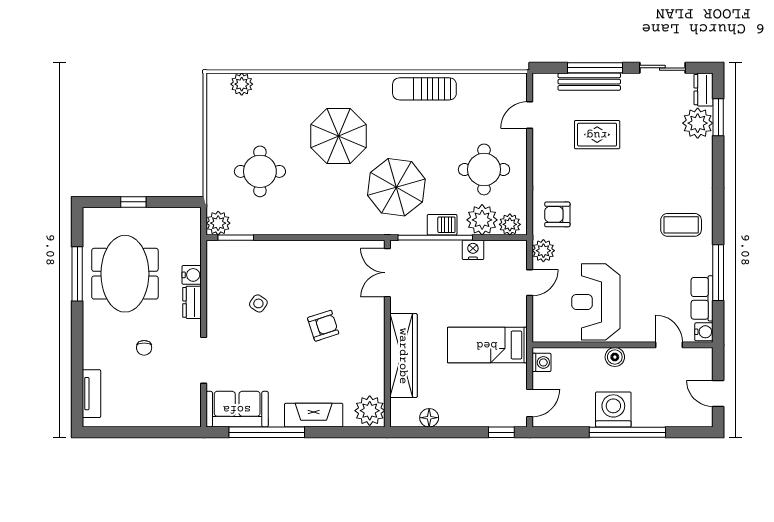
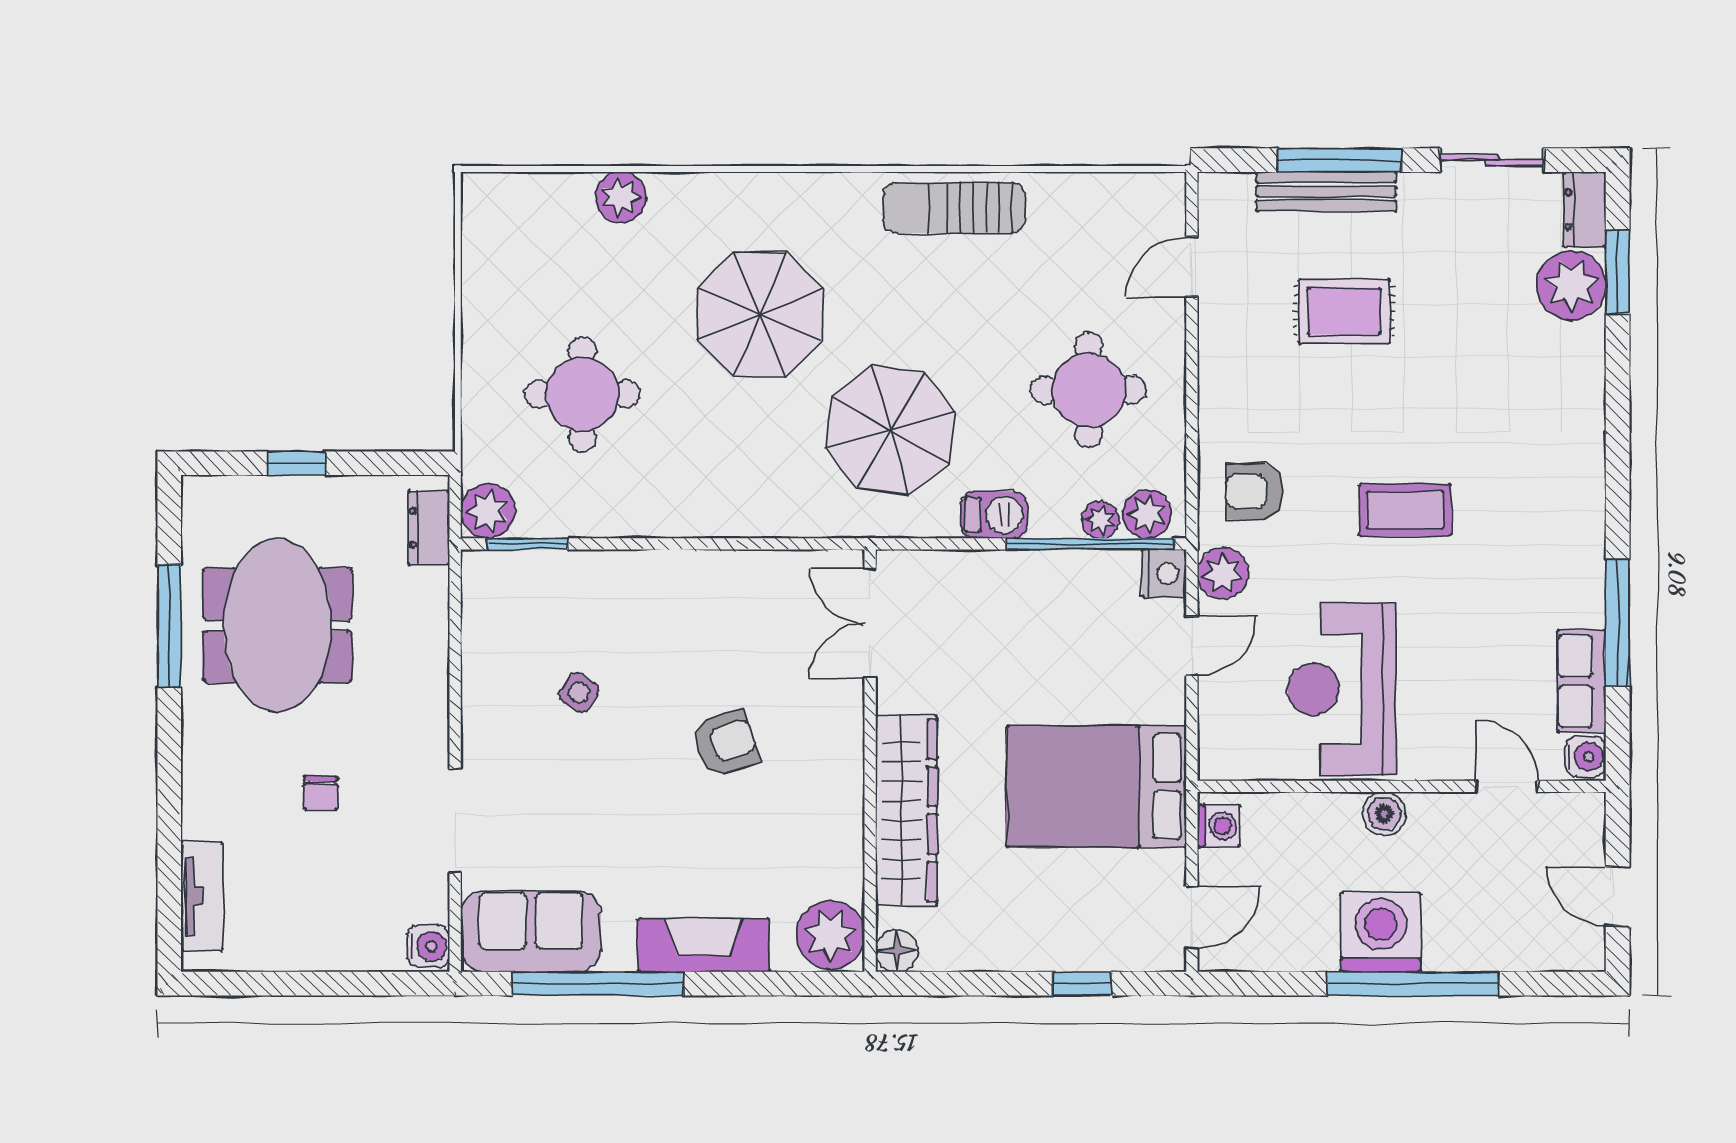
plant: (242, 84) -> (621, 197), moved
plant: (482, 220) -> (1100, 520), width x0.53, depth x0.53
coffee table: (681, 225) -> (1405, 510), moved
window: (435, 238) -> (1090, 544), moved
nightstand: (473, 250) -> (1164, 574), moved, turned 90
water cooler: (192, 275) -> (428, 946), moved
dresser: (192, 302) -> (429, 528), moved
bed: (487, 345) -> (1096, 787), width x1.50
floor lamp: (429, 418) -> (897, 951), moved
window: (501, 432) -> (1082, 984), moved

